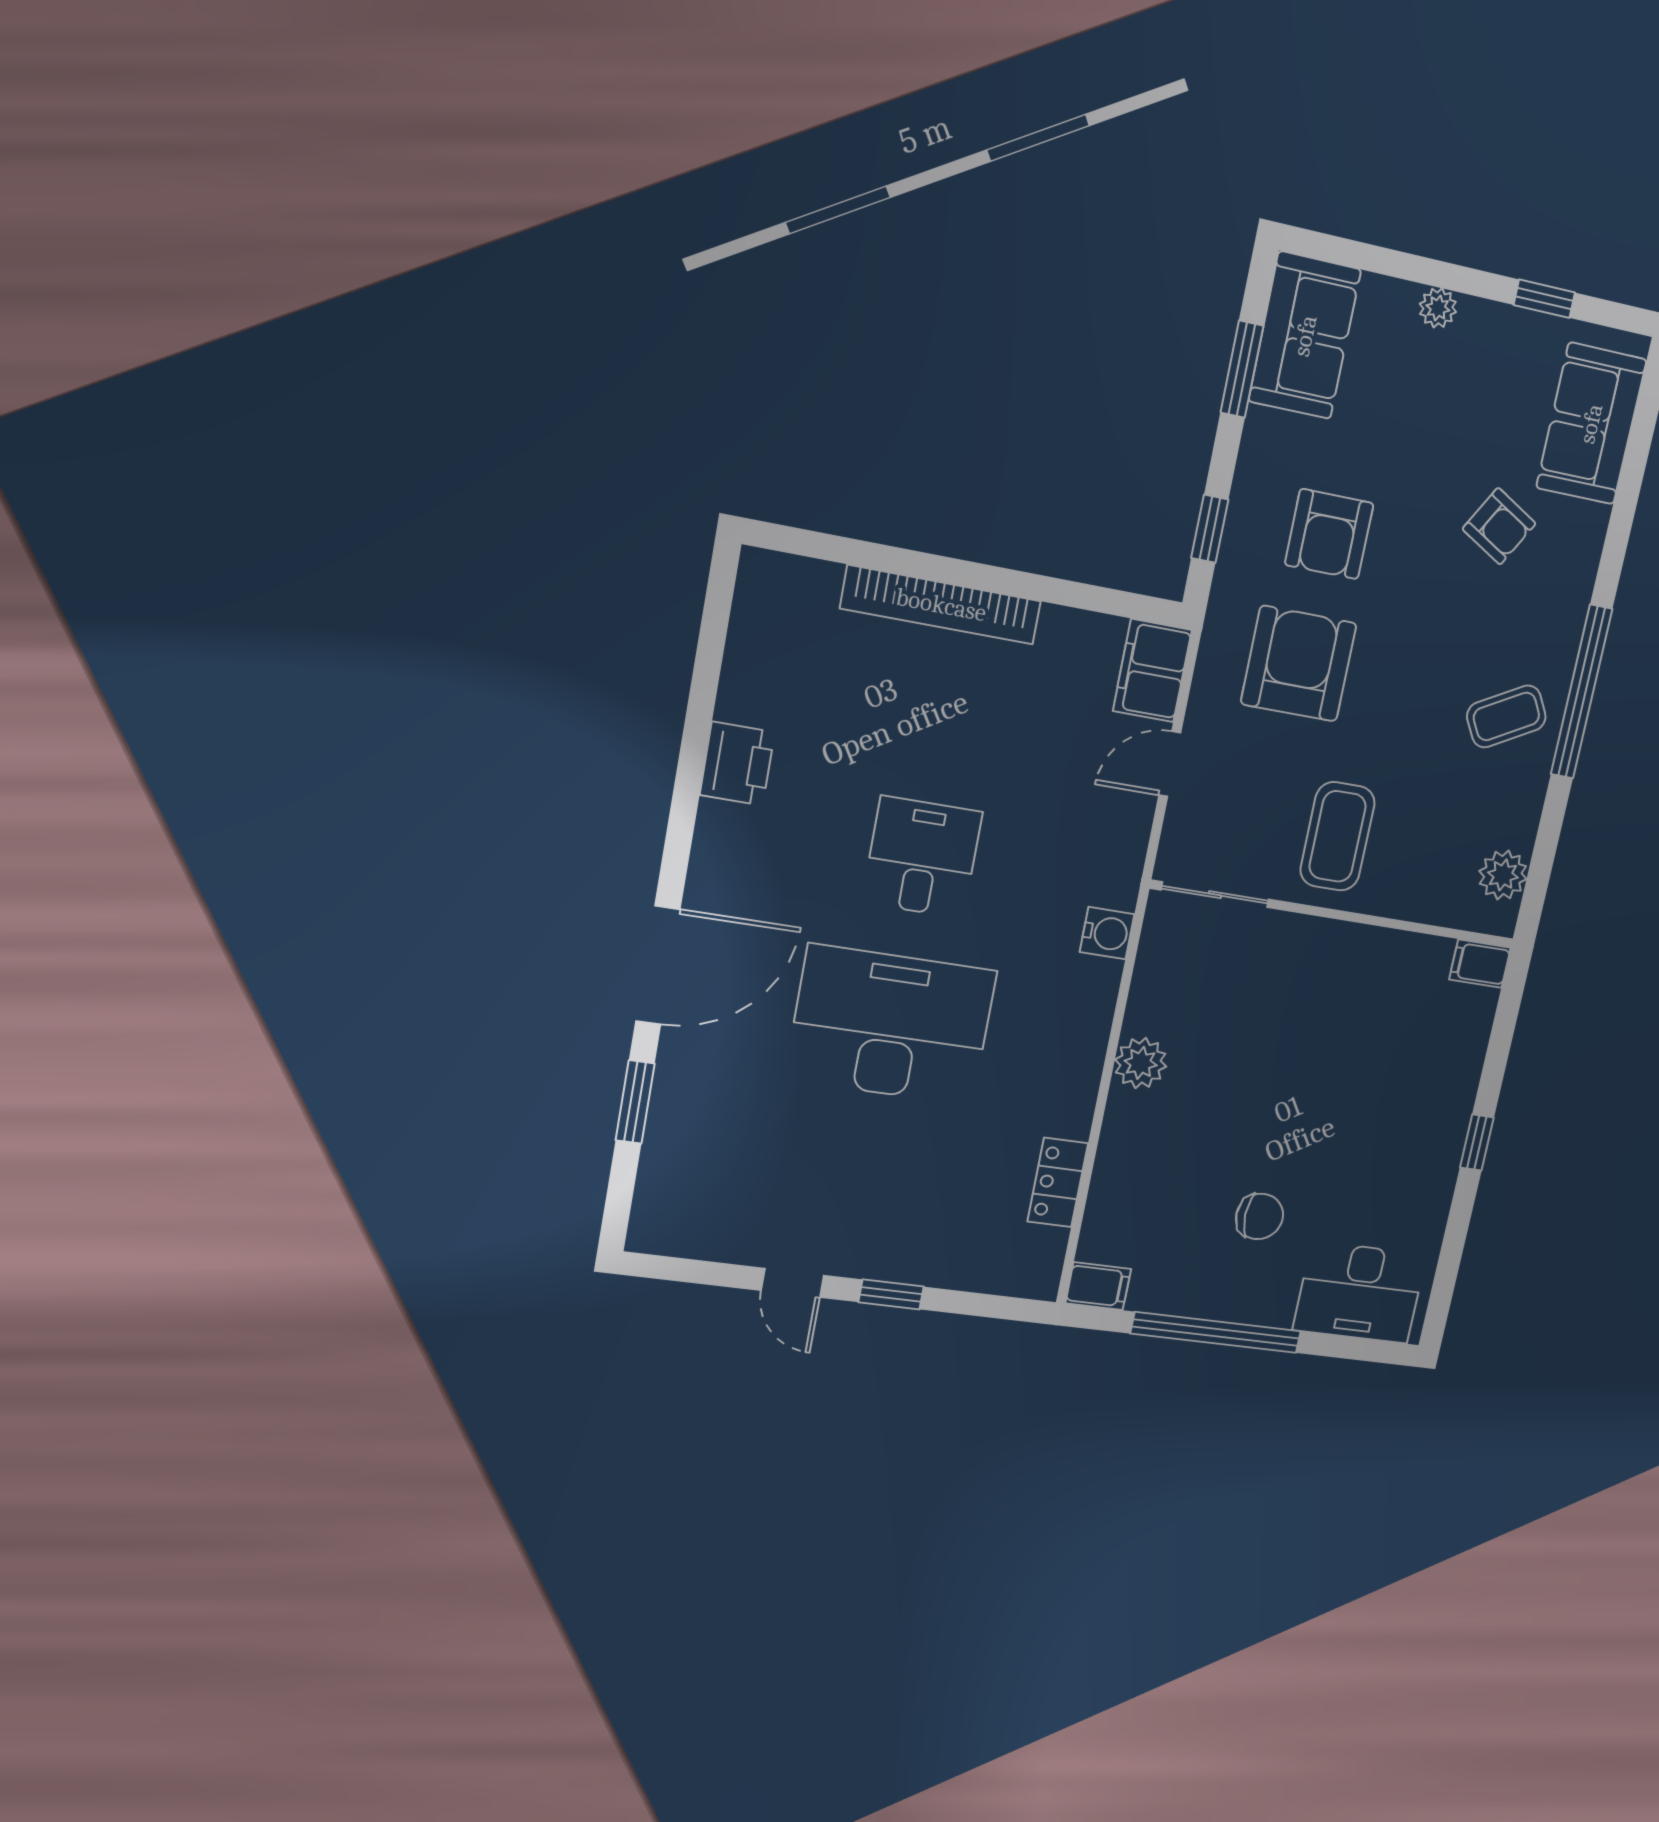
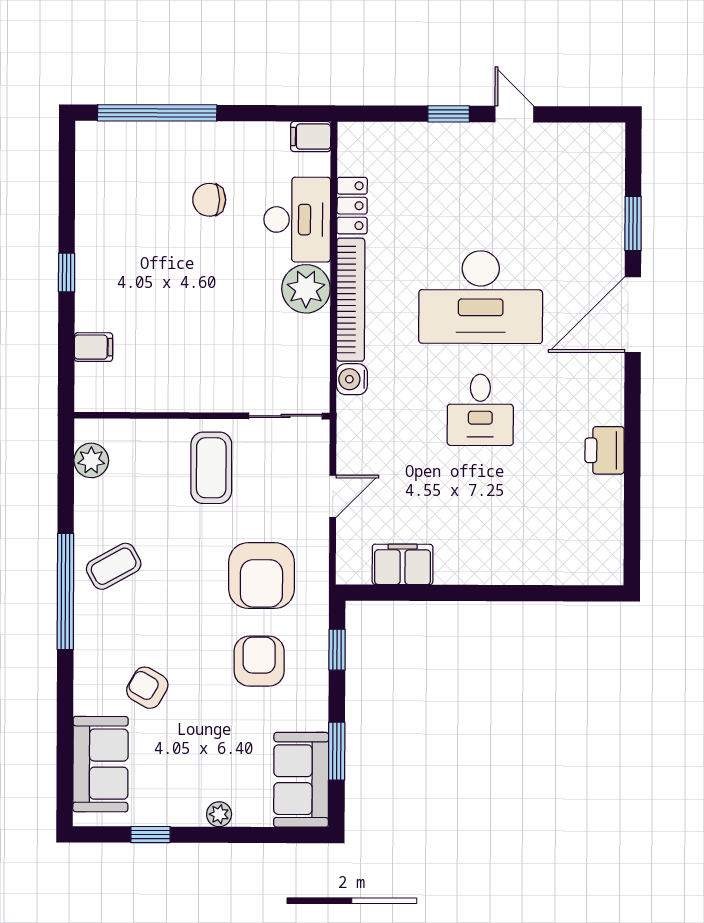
bookcase: (941, 605) -> (351, 300), moved, turned 90
filing cabinet: (1152, 671) -> (403, 564), moved, turned -90
filing cabinet: (1480, 964) -> (93, 347), moved
plant: (1141, 1063) -> (306, 289), width x1.36, depth x1.36
desk: (1360, 1292) -> (297, 220), moved, turned 90
window: (1216, 1332) -> (157, 113), moved

